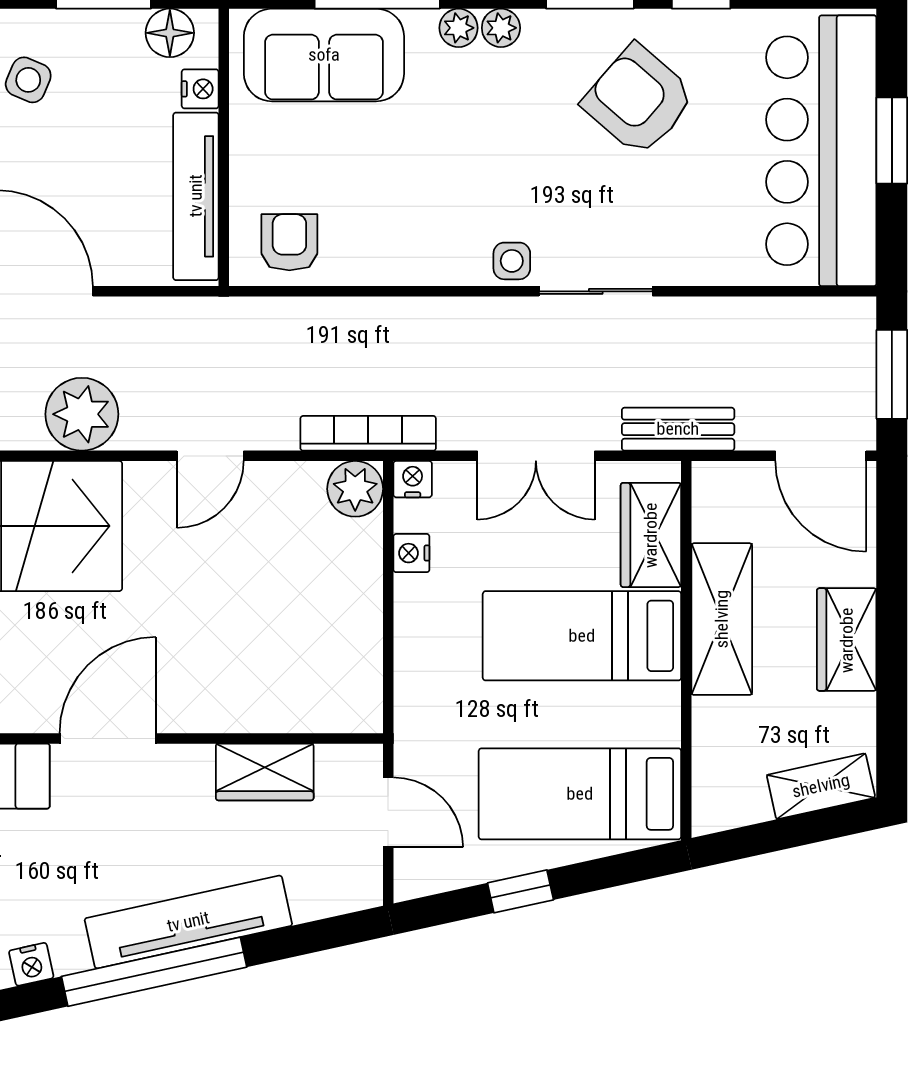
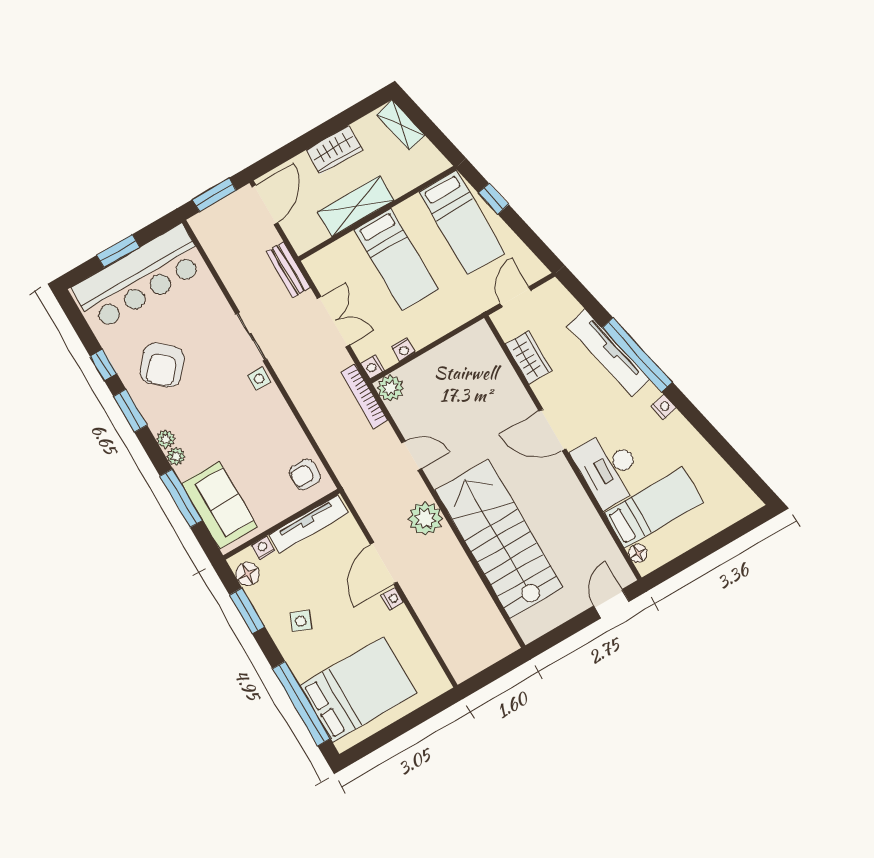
wardrobe: (651, 535) -> (338, 255), removed
window: (520, 891) -> (493, 199), moved

